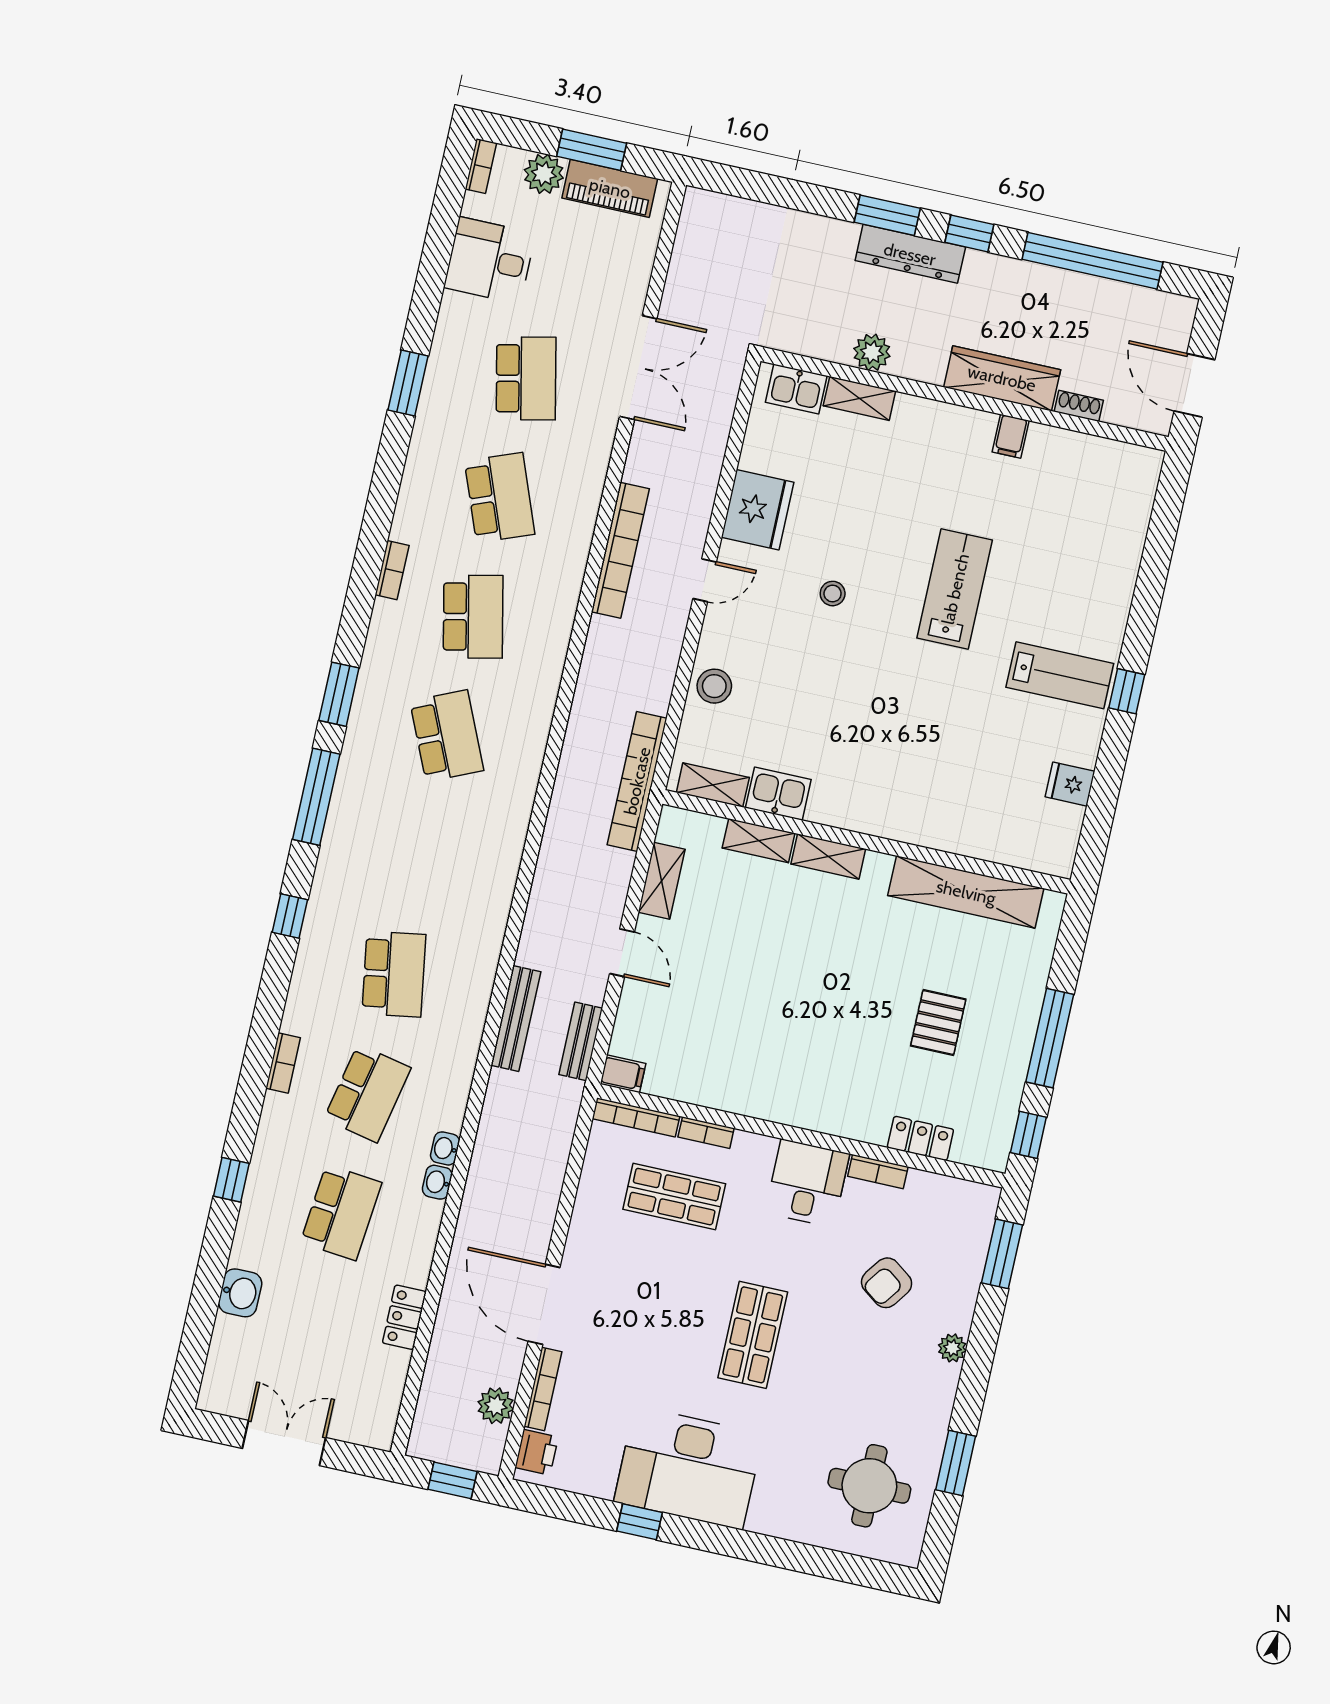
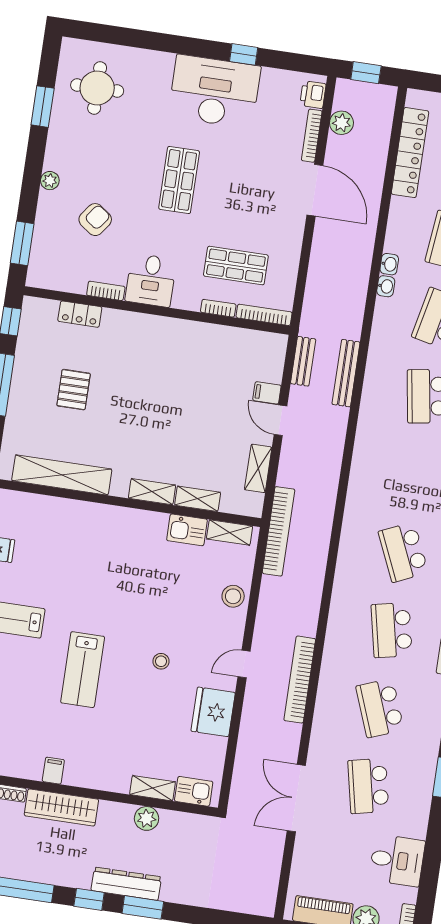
filing cabinet: (623, 1074) -> (267, 393), moved
locker: (404, 1317) -> (410, 153), width x2.16, depth x1.21

